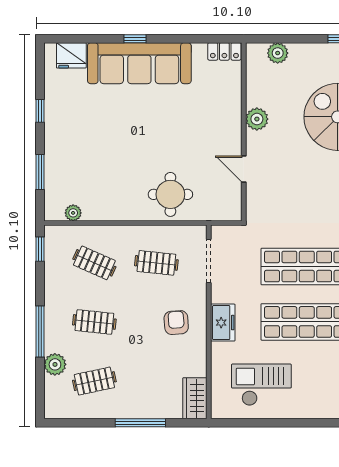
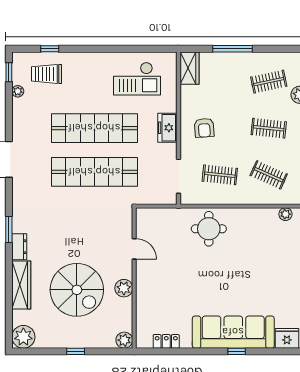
plant: (257, 119) -> (124, 288), moved
wall: (244, 132) -> (134, 278), moved
door: (244, 169) -> (134, 249), moved

